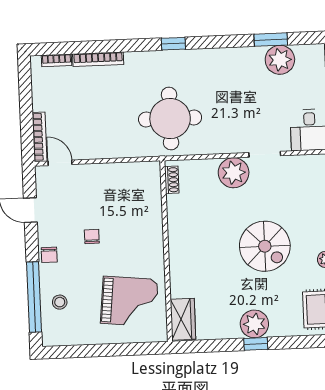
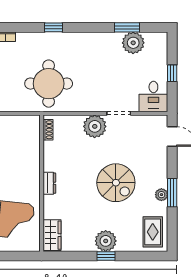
dresser: (176, 251) -> (49, 183), added

